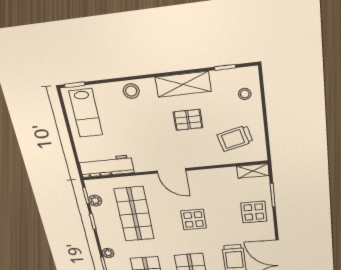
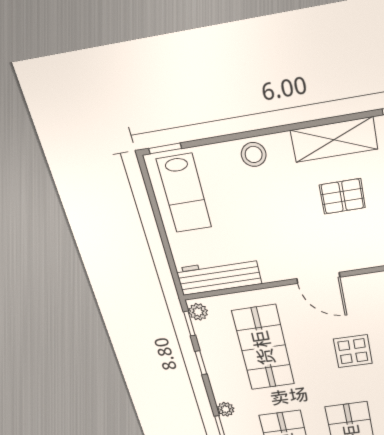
plant: (95, 201) -> (198, 312), moved

